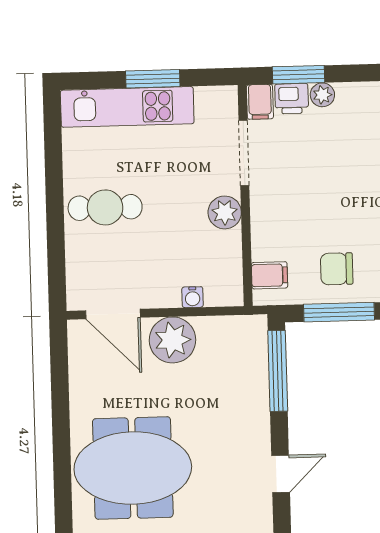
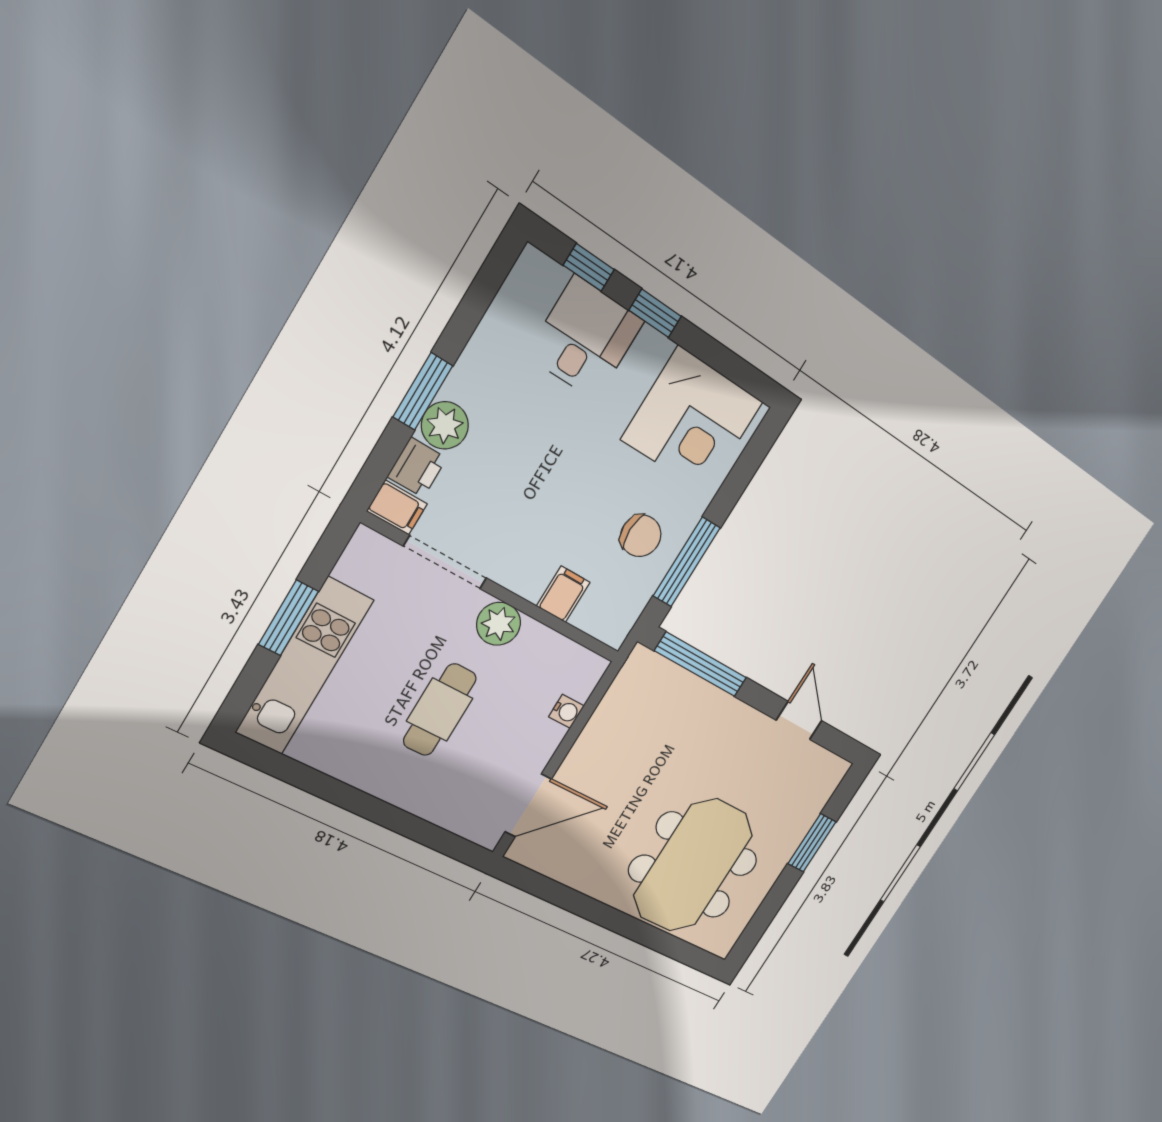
window: (299, 75) -> (423, 391), moved
plant: (322, 95) -> (445, 425), width x1.38, depth x1.38
cafe table: (105, 207) -> (440, 710), moved
chair: (337, 269) -> (641, 536), turned -90
filing cabinet: (269, 275) -> (563, 594), moved
plant: (172, 340) -> (596, 757), removed

